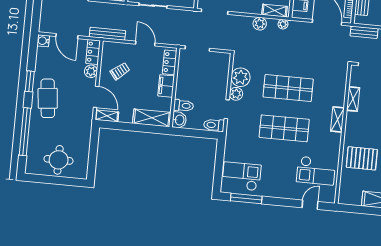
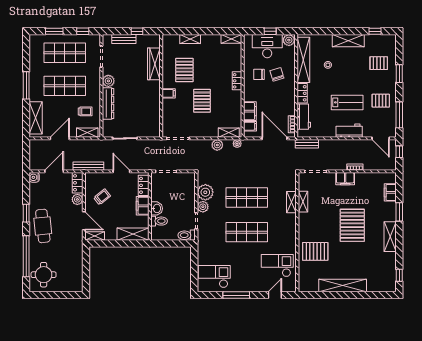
door: (67, 36) -> (54, 171), swing flipped
shelving: (337, 119) -> (291, 202), moved
washbasin: (179, 120) -> (157, 208), moved
round table: (59, 160) -> (44, 275), moved
checkout: (316, 171) -> (277, 266), turned 180
window: (246, 199) -> (236, 295), moved

